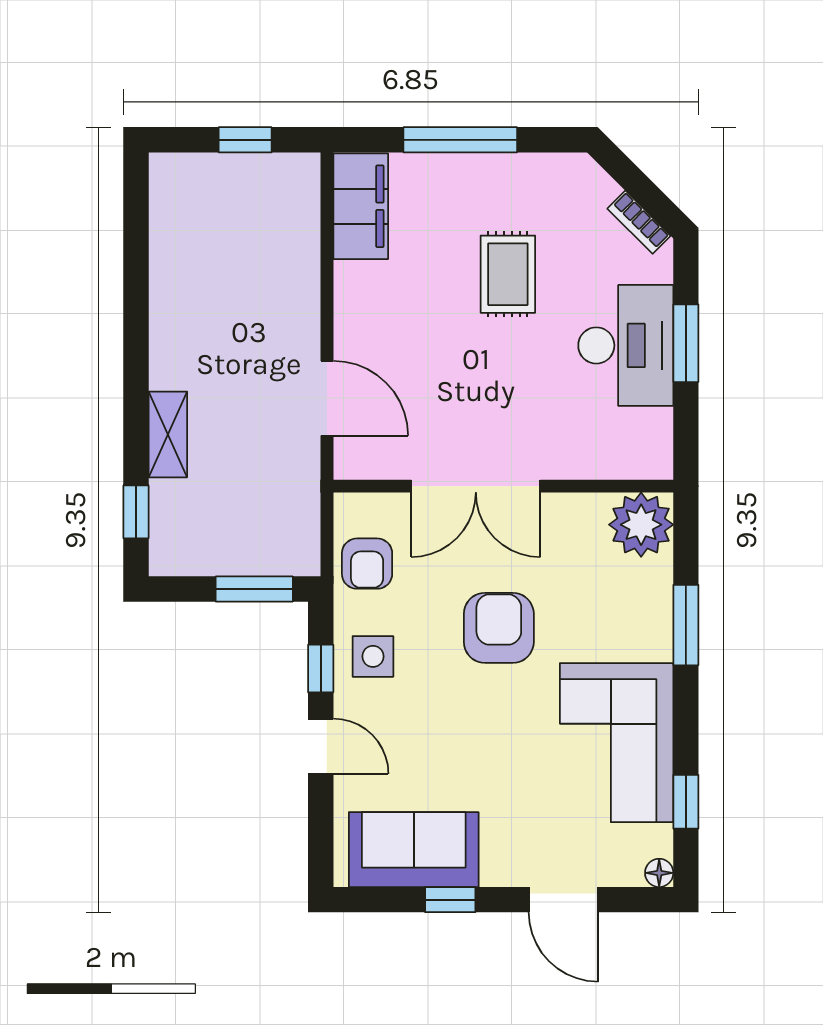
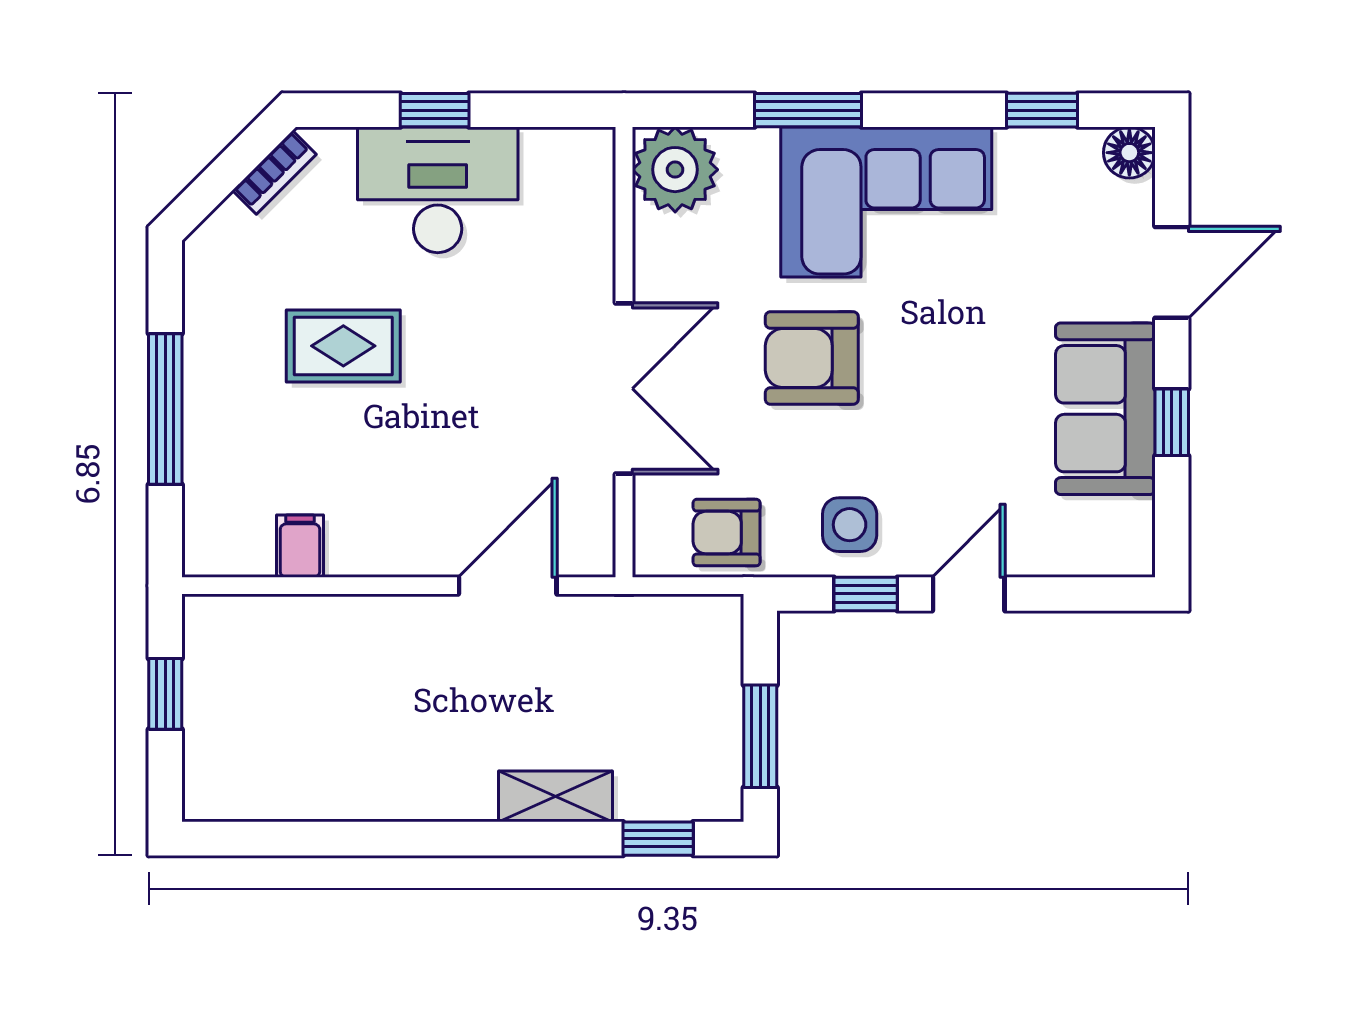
filing cabinet: (361, 206) -> (300, 546), width x0.33, depth x0.86
window: (686, 343) -> (435, 110), width x0.67
armchair: (367, 564) -> (727, 533), turned 180
window: (254, 589) -> (760, 736), moved
corner sofa: (617, 743) -> (886, 202), moved
sofa: (414, 850) -> (1105, 409), moved
floor lamp: (659, 873) -> (1129, 153), width x1.37, depth x1.37

